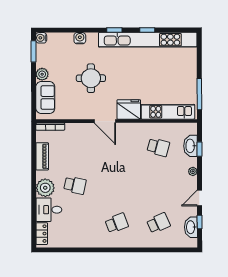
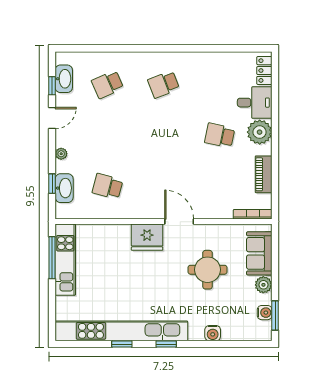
water cooler: (41, 38) -> (265, 313), moved
round table: (91, 78) -> (207, 270), moved
kitchen unit: (168, 112) -> (65, 260), moved, turned -90

